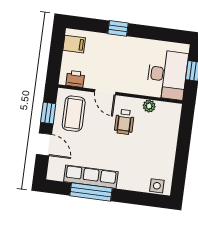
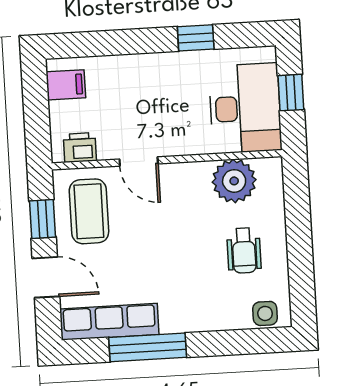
window: (118, 28) -> (196, 38), moved
plant: (149, 106) -> (234, 181), width x1.87, depth x1.87
wheelchair: (124, 122) -> (244, 251), moved
row of seats: (91, 177) -> (109, 322), moved

